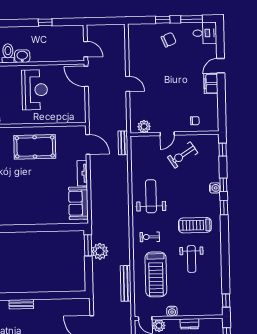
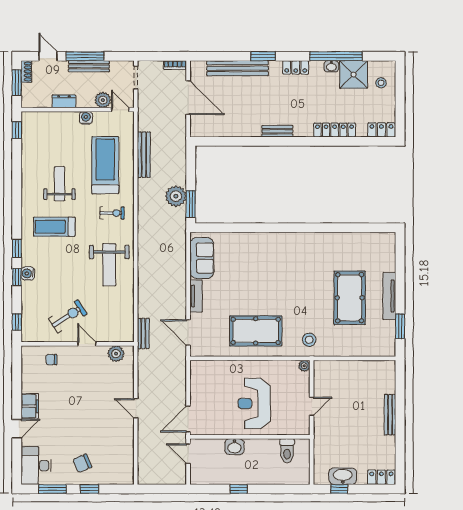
desk: (205, 33) -> (36, 466), width x1.37
washbasin: (22, 56) -> (234, 447), moved
door: (86, 76) -> (188, 419), swing flipped
door: (167, 134) -> (87, 344), hinge flipped
treadmill: (195, 225) -> (54, 227), turned 180

